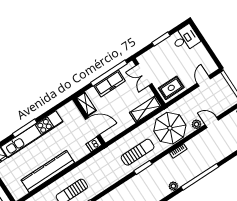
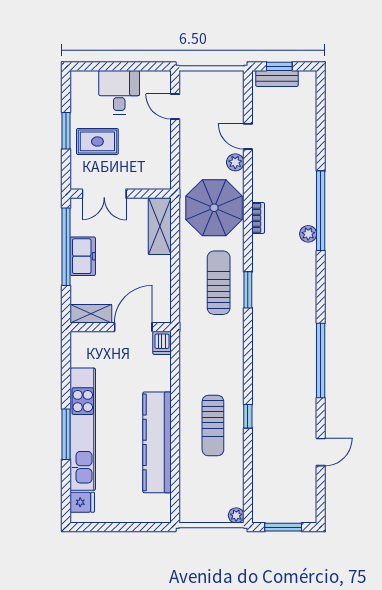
desk: (185, 39) -> (119, 92), moved
freezer: (110, 83) -> (83, 256), width x0.71
rug: (171, 88) -> (97, 141), moved, turned 90
door: (212, 122) -> (248, 136), hinge flipped
plant: (173, 186) -> (308, 234), moved

